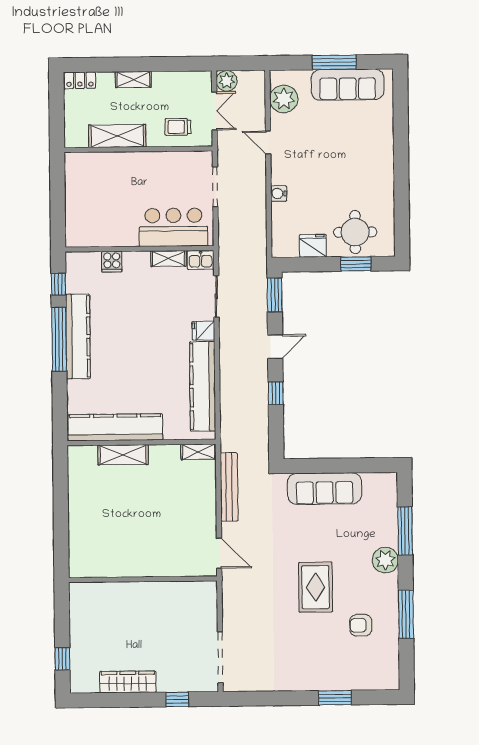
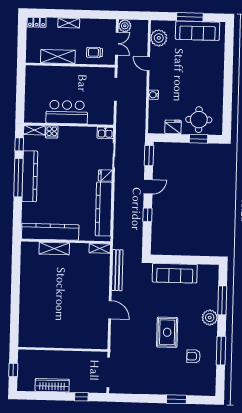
bar counter: (174, 227) -> (67, 112), moved
shelving: (168, 258) -> (34, 130), moved
wall: (143, 579) -> (63, 349), moved

